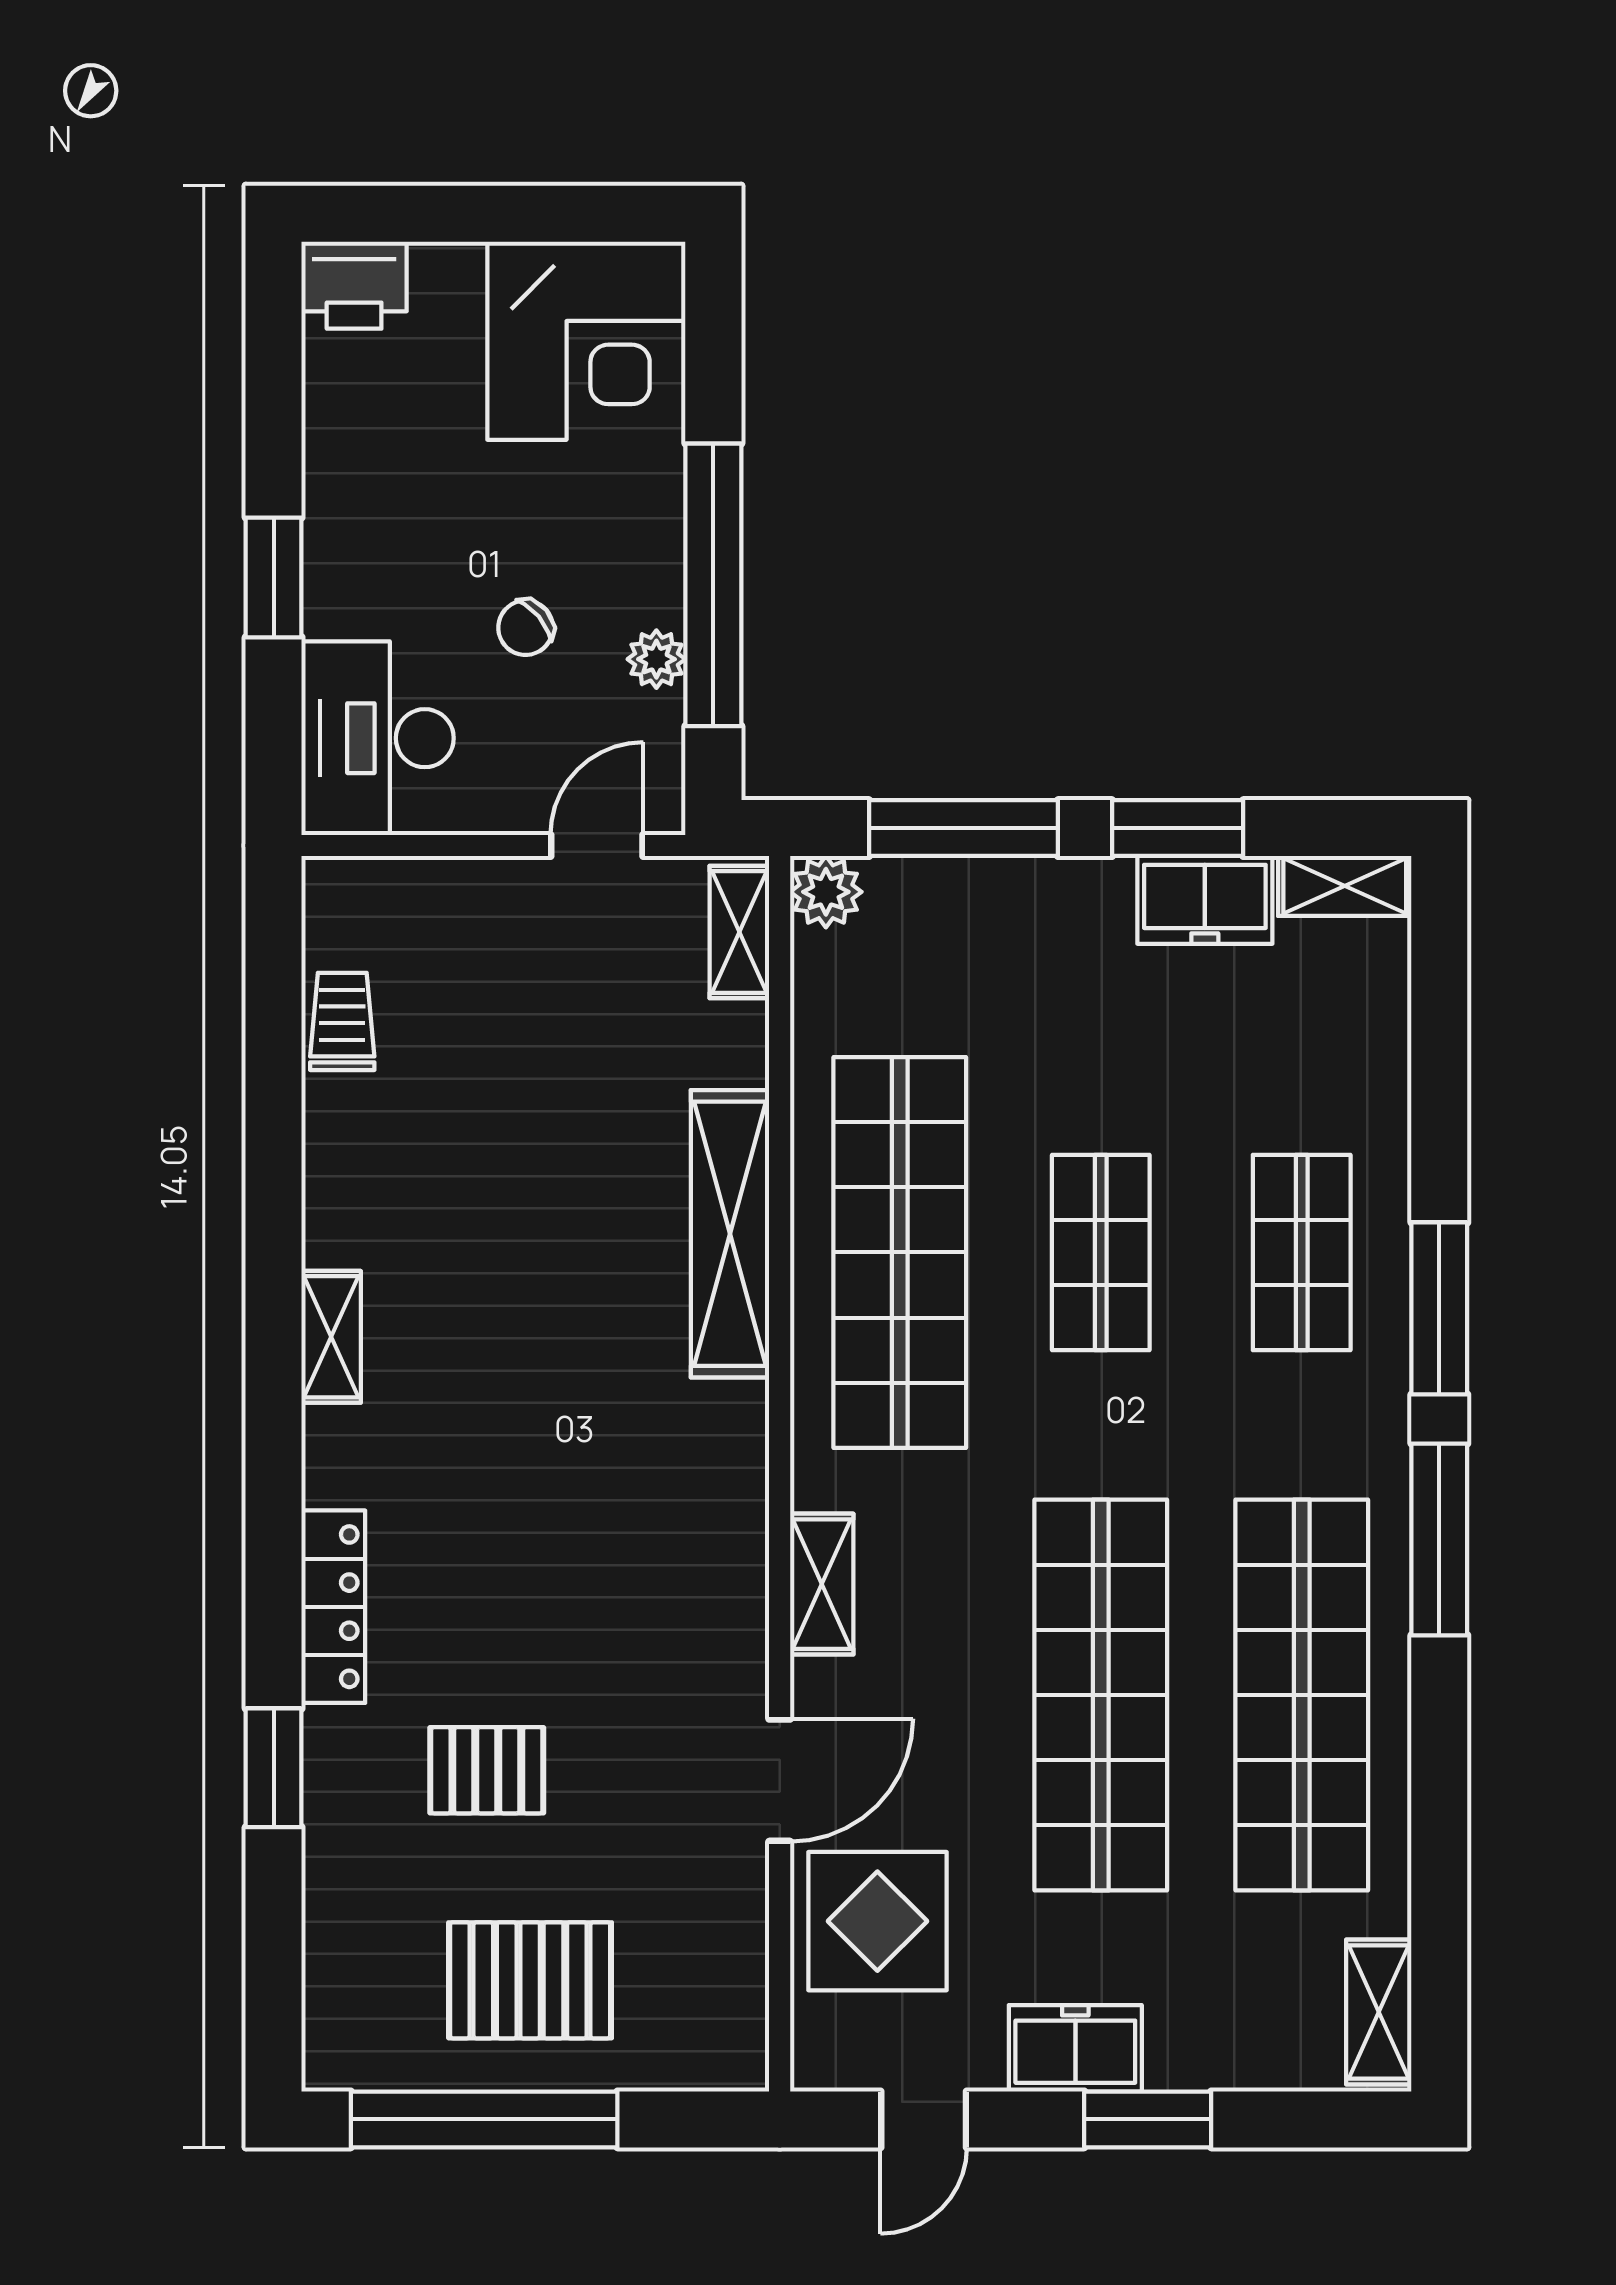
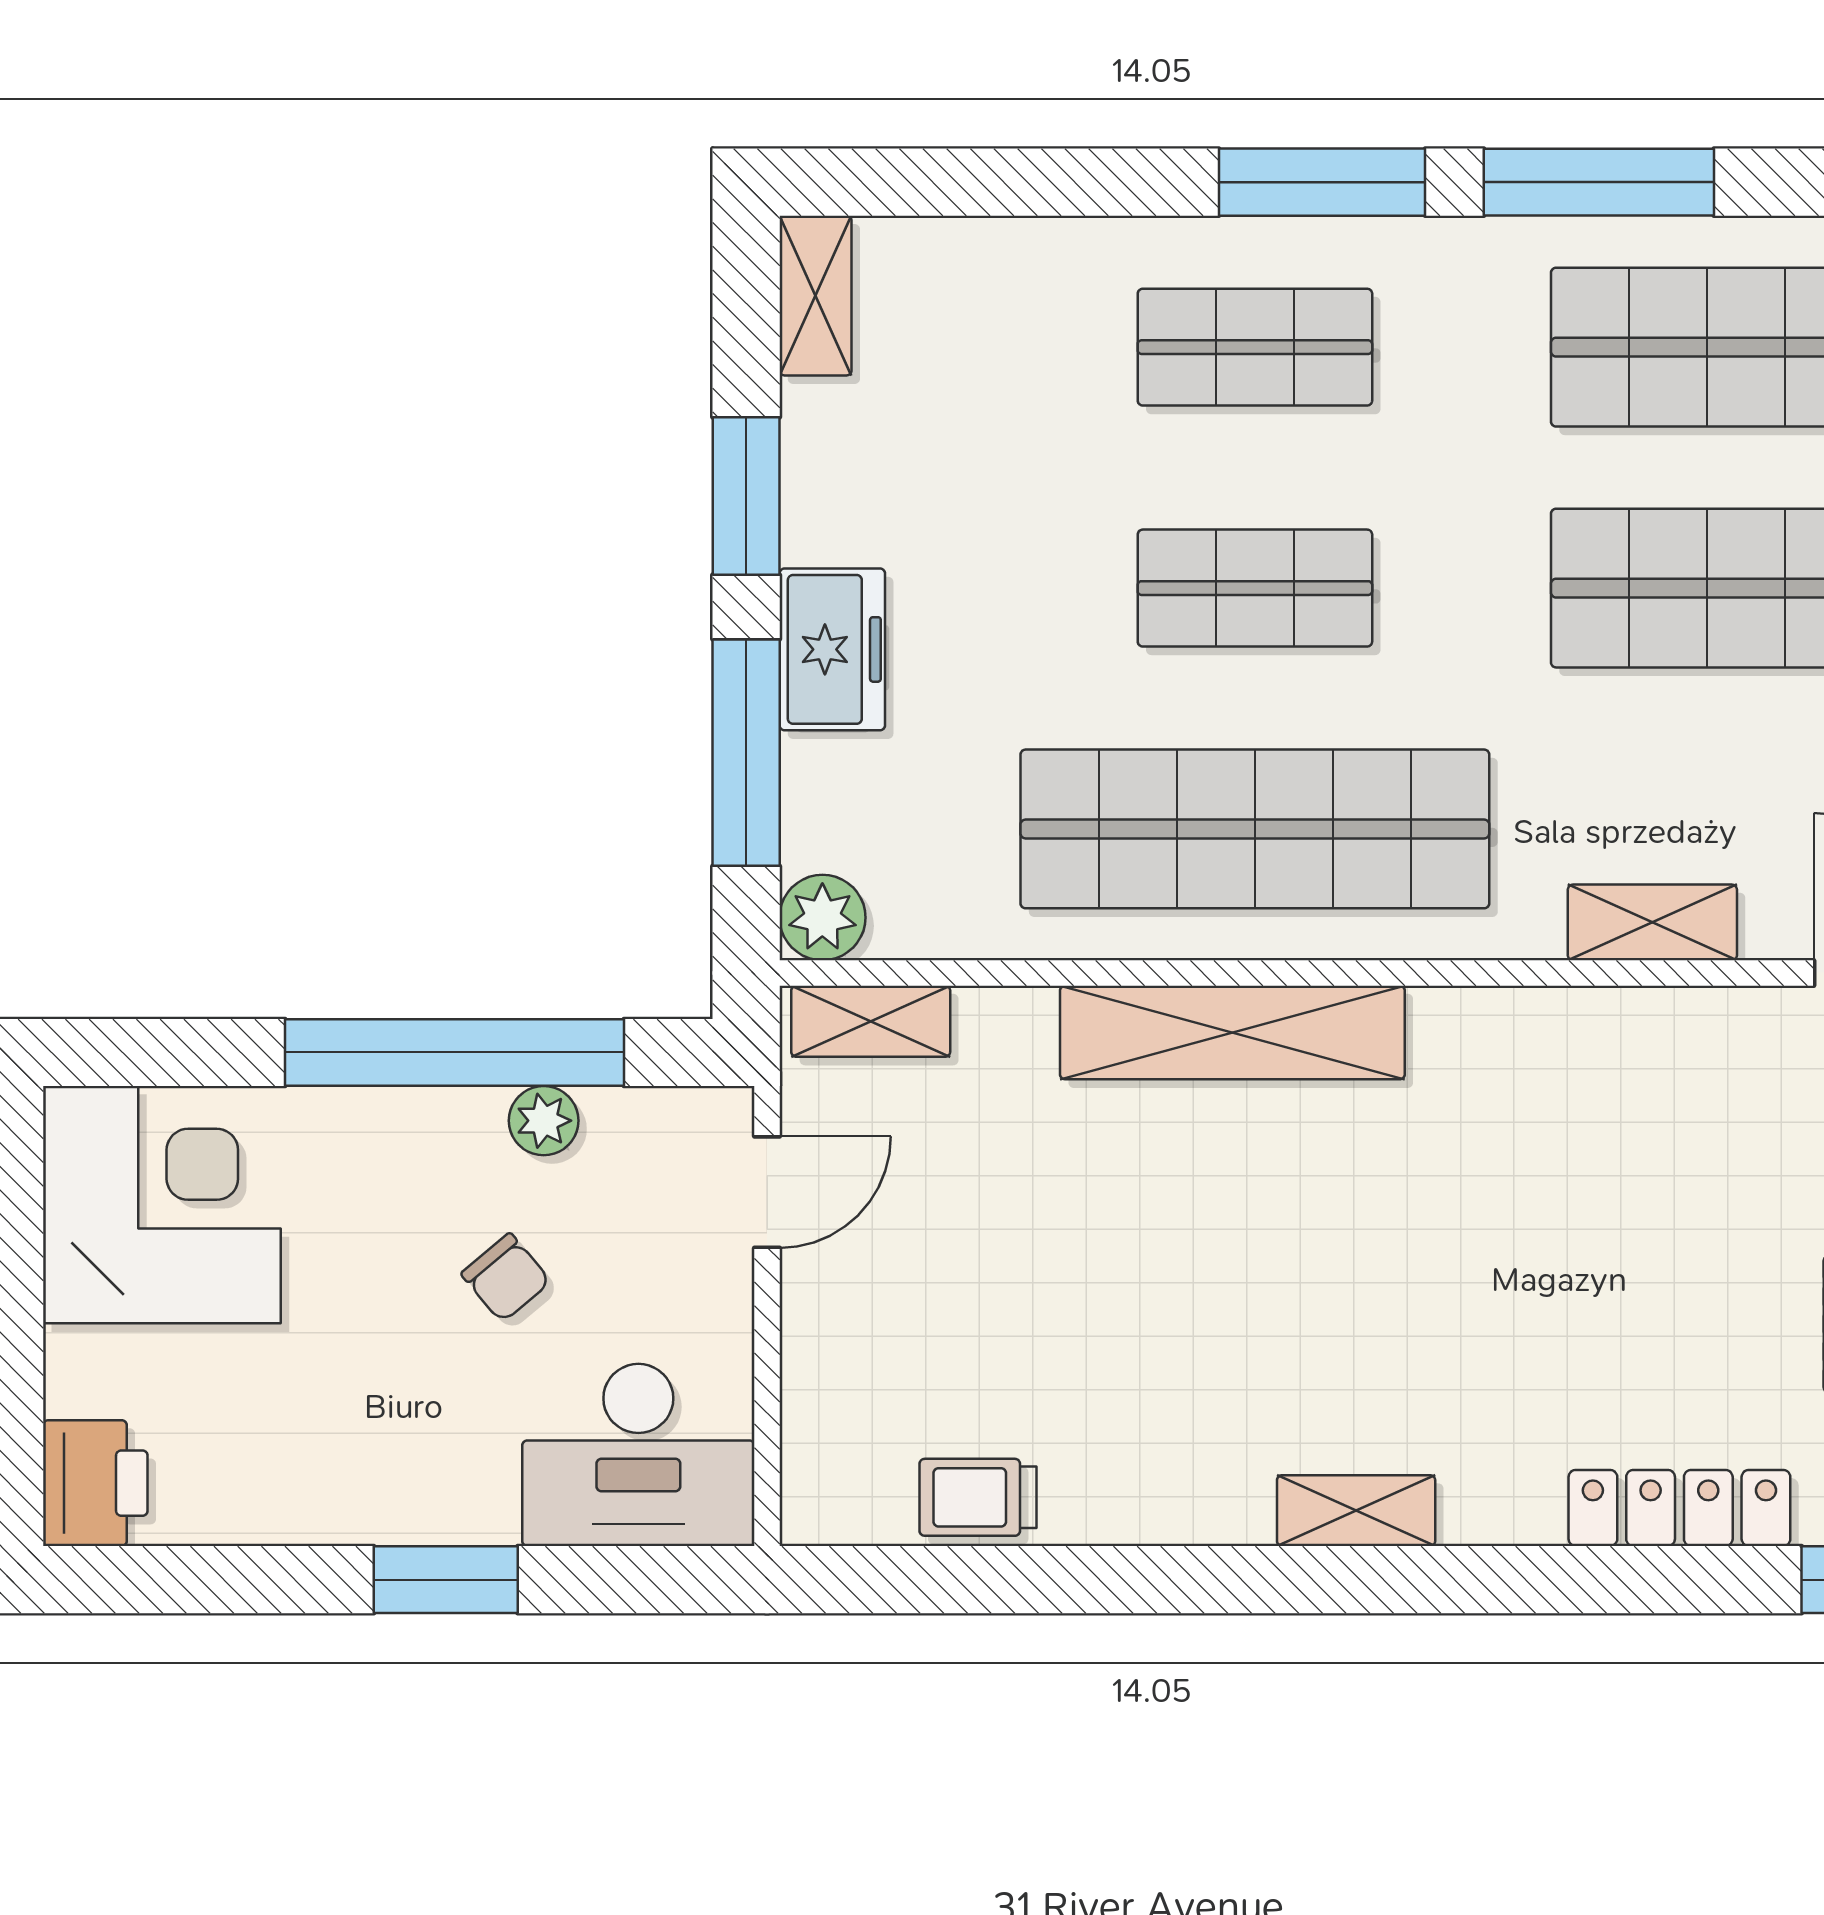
door: (597, 846) -> (767, 1192), swing flipped
freezer: (1205, 900) -> (832, 649), moved

